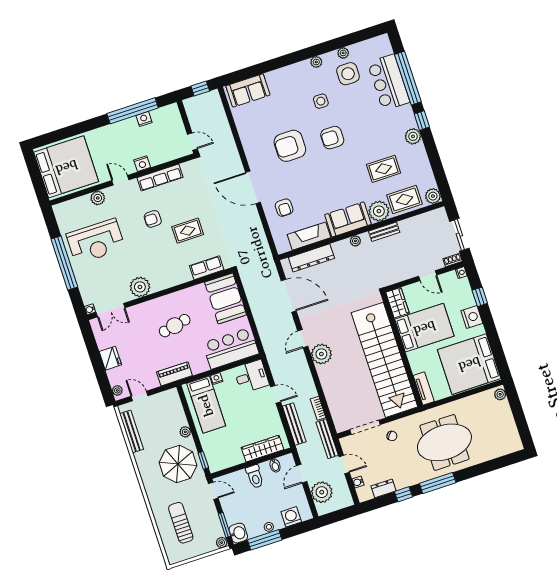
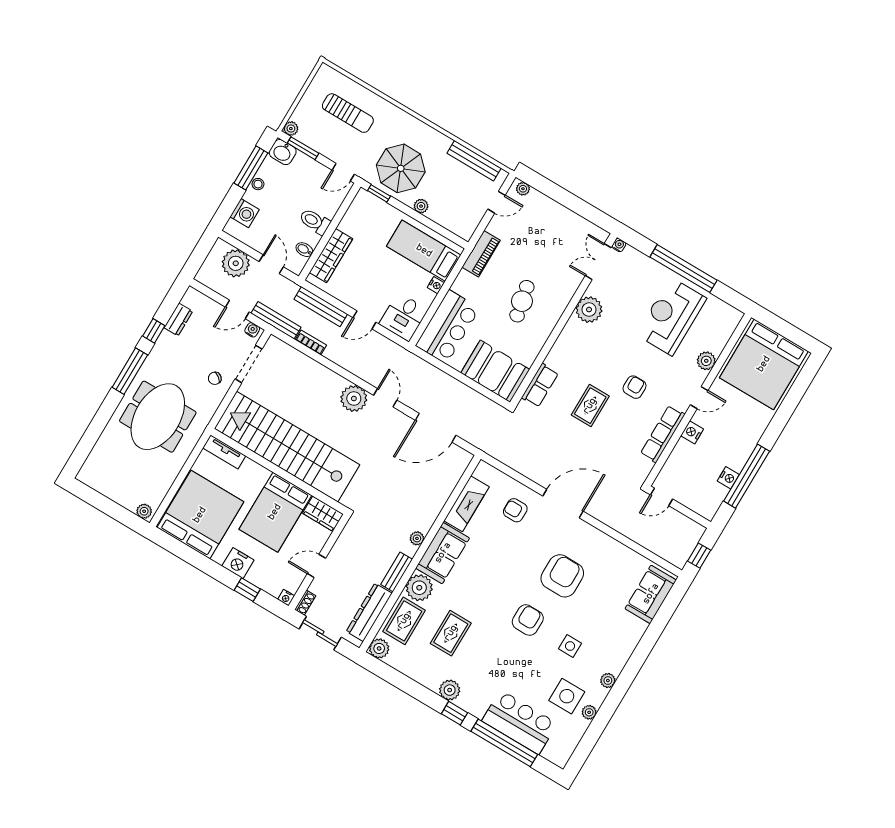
dresser: (311, 258) -> (369, 612), moved
fridge: (110, 358) -> (557, 214), removed
water cooler: (358, 482) -> (252, 330), moved

